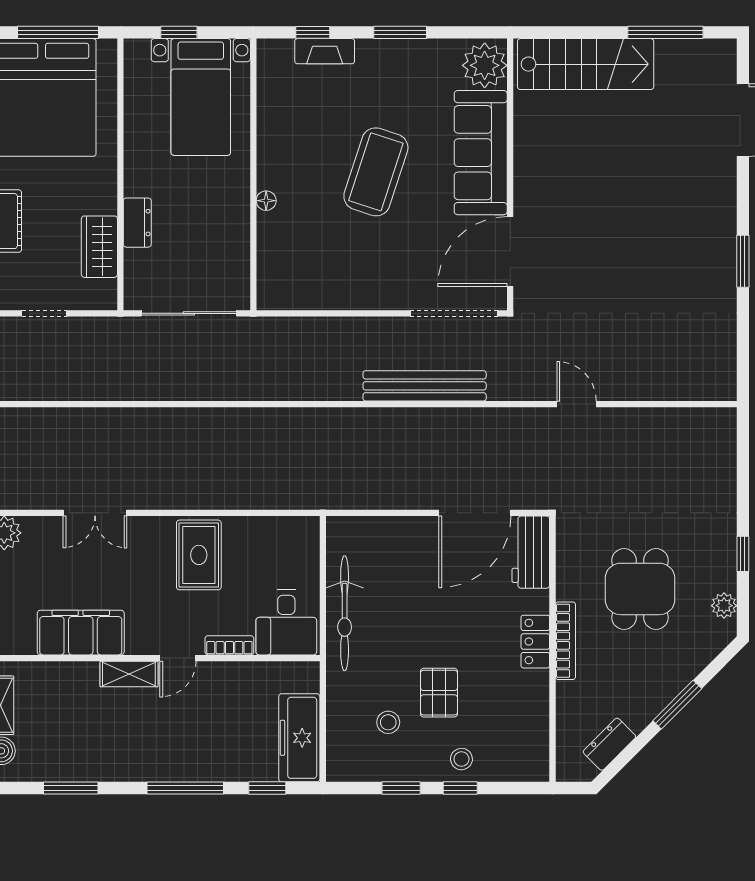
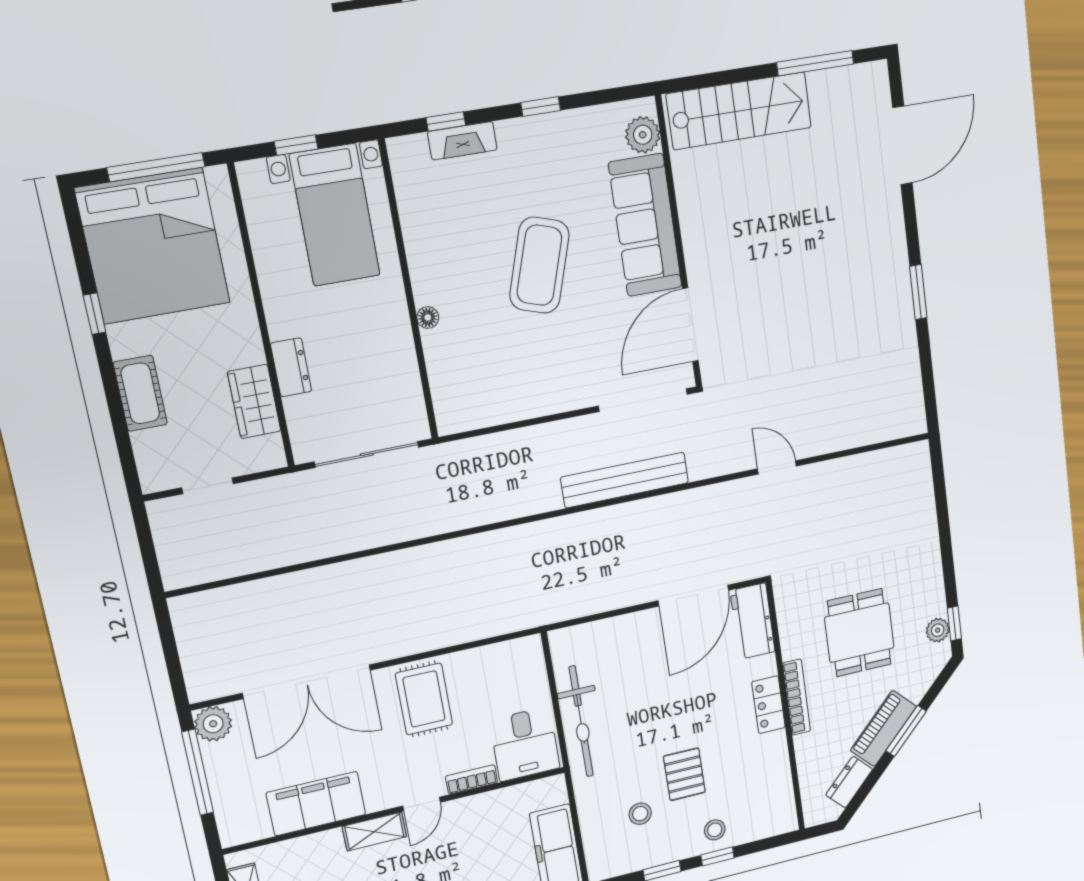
window: (400, 32) -> (541, 107), width x0.67
plant: (485, 65) -> (643, 135), width x0.73, depth x0.73
double door: (95, 513) -> (307, 682), width x1.87
window: (743, 554) -> (954, 623), moved
piano: (653, 696) -> (883, 729), added

